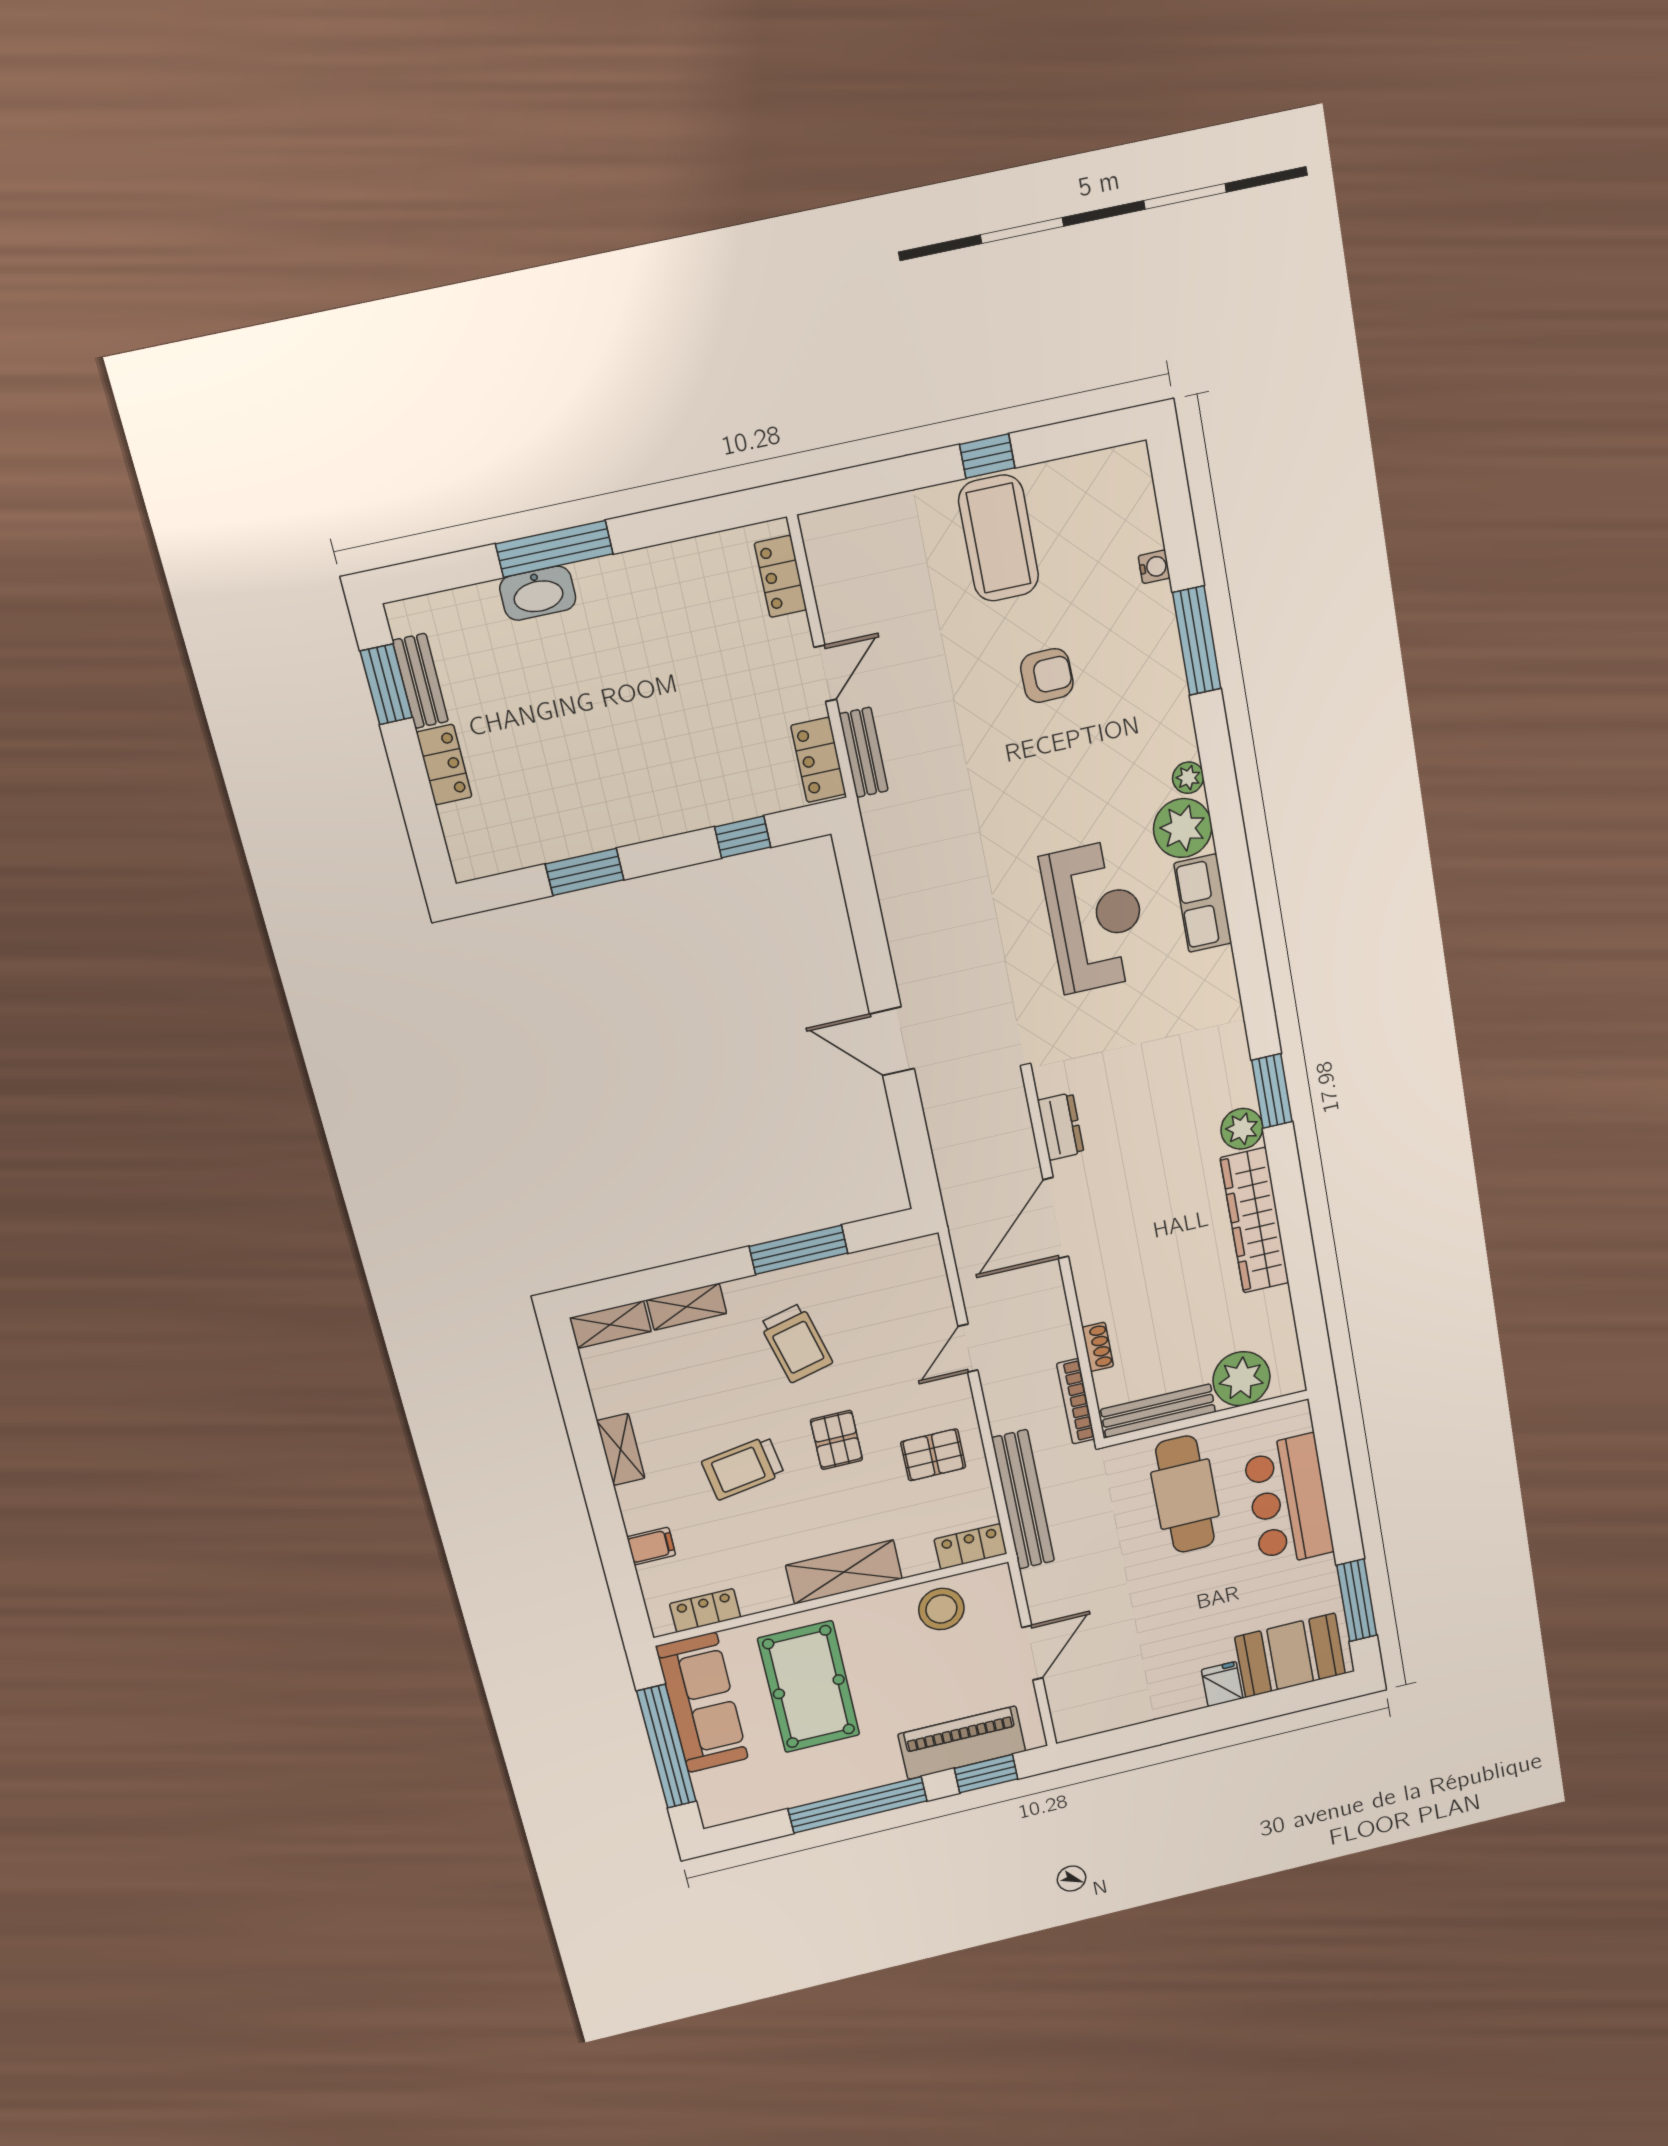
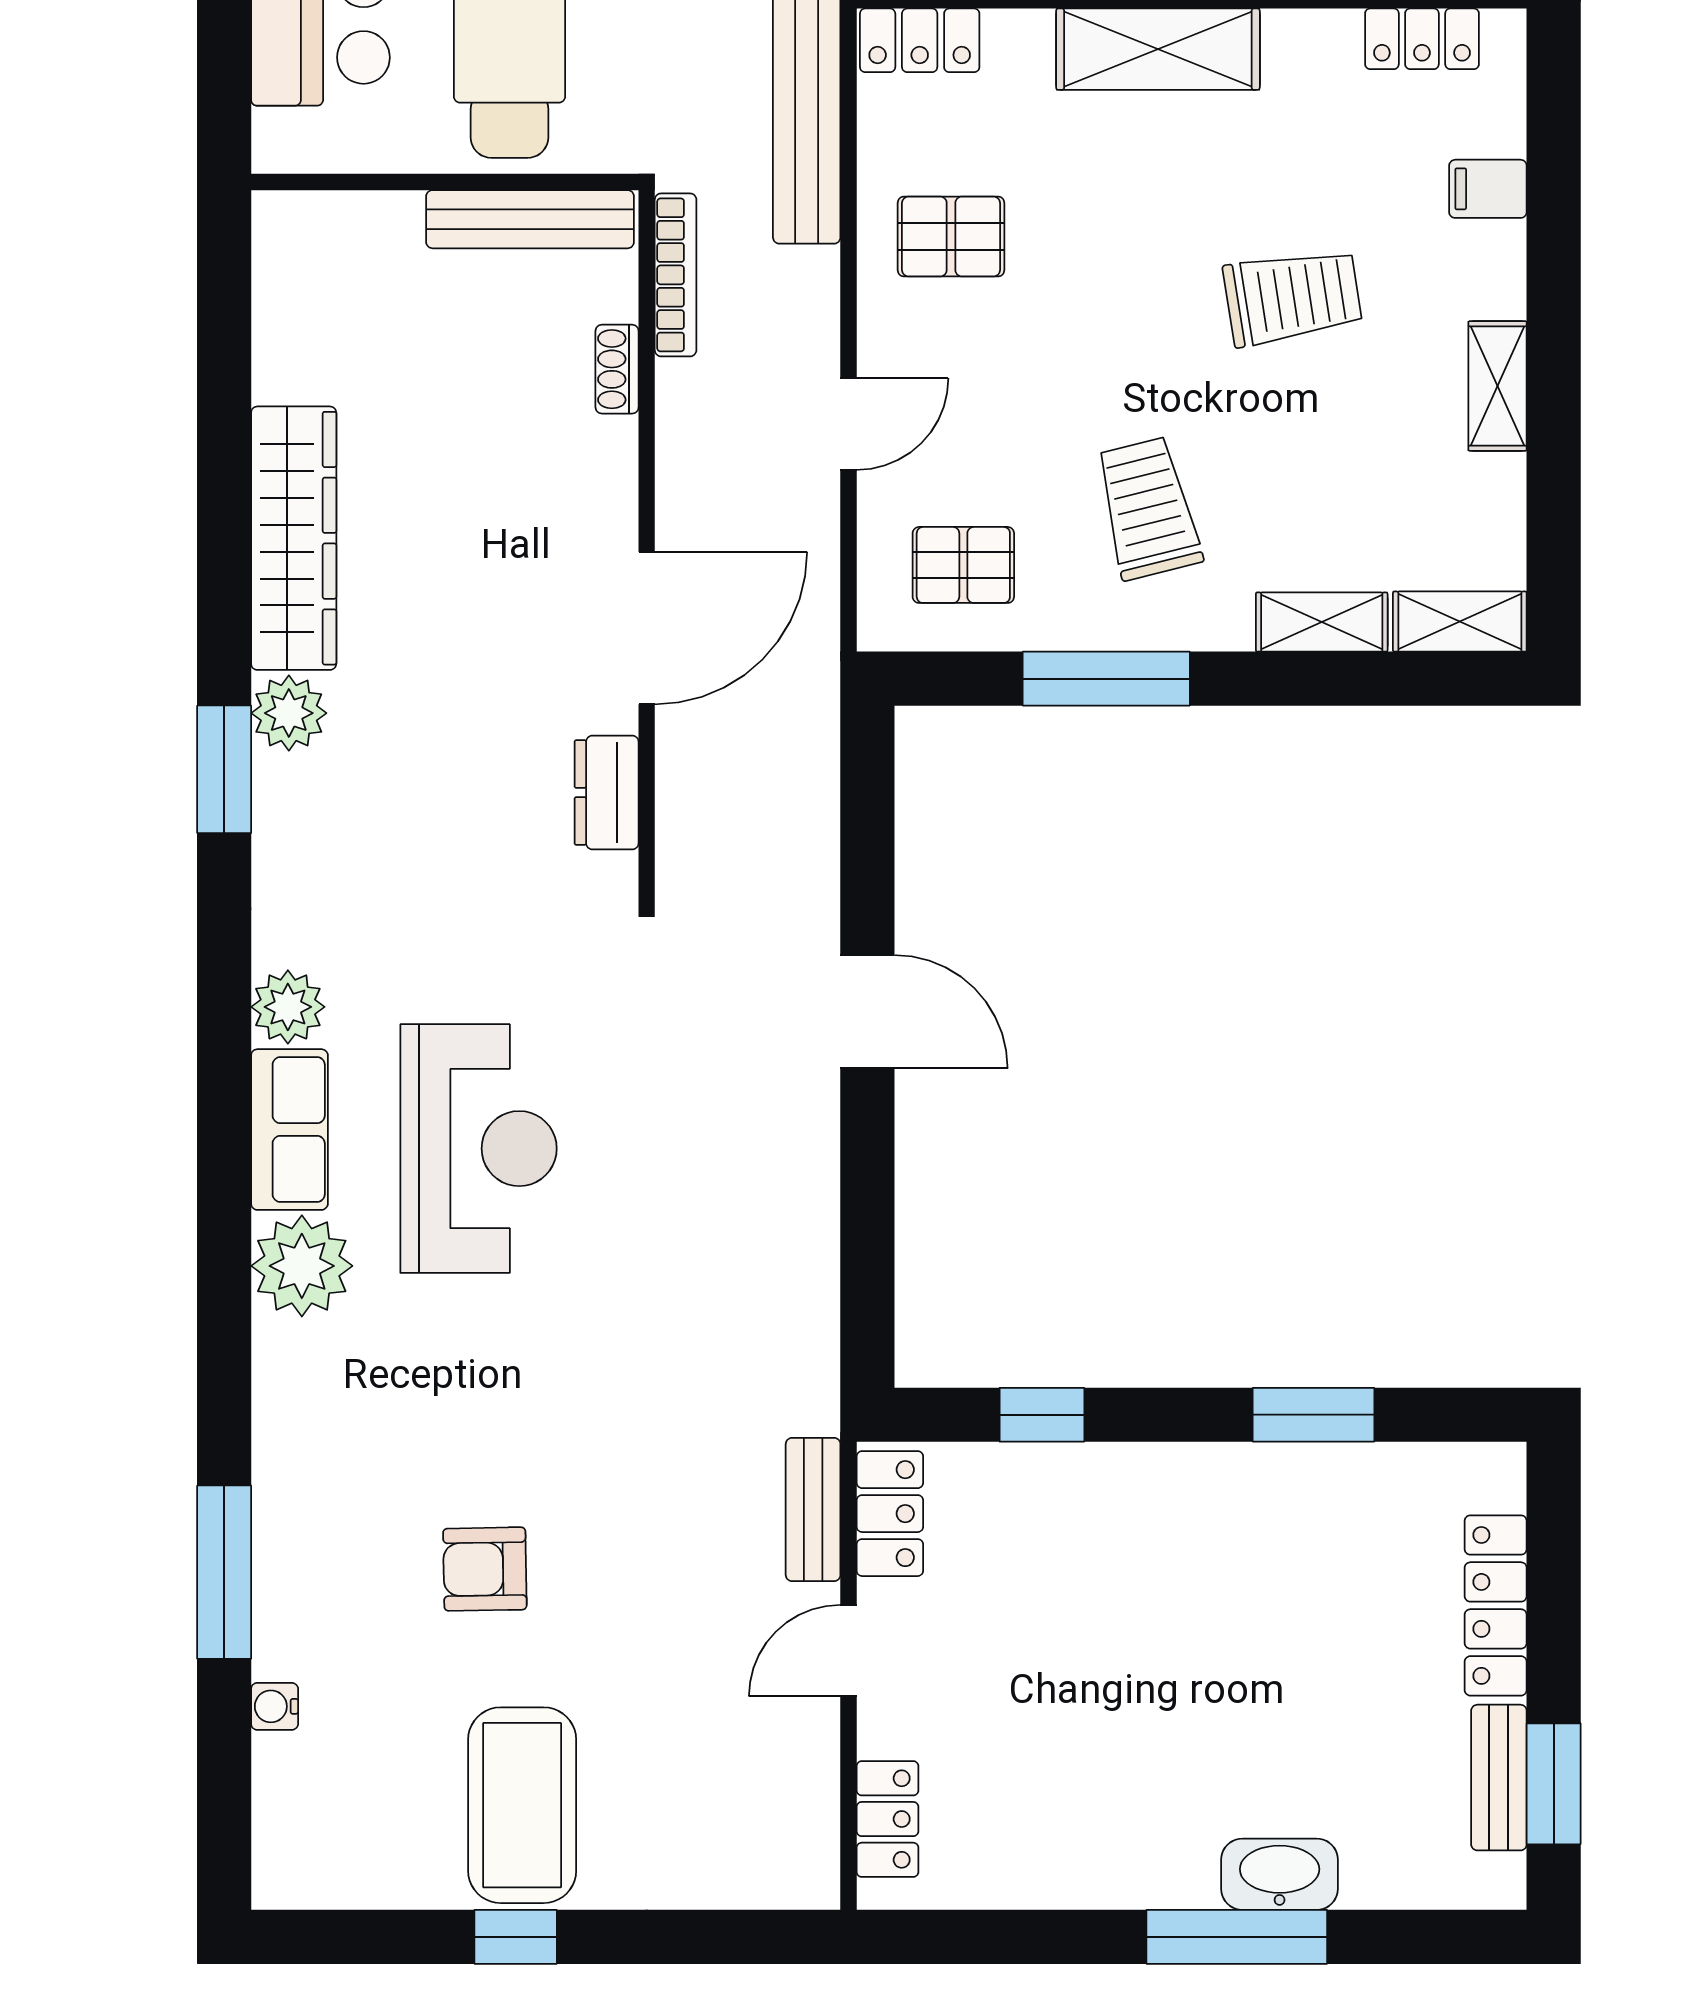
locker: (444, 765) -> (1496, 1605), width x1.53
plant: (1188, 778) -> (288, 1007), moved, width x1.38, depth x1.38
reception desk: (1095, 916) -> (478, 1149), turned 180
plant: (1241, 1379) -> (368, 243), removed
pallet: (836, 1440) -> (963, 565), moved, turned 90

